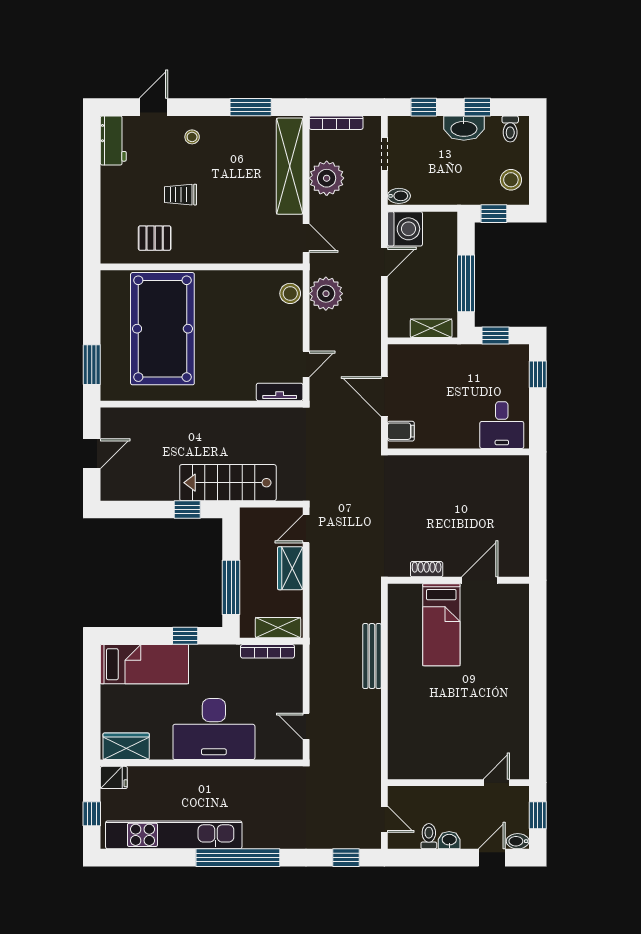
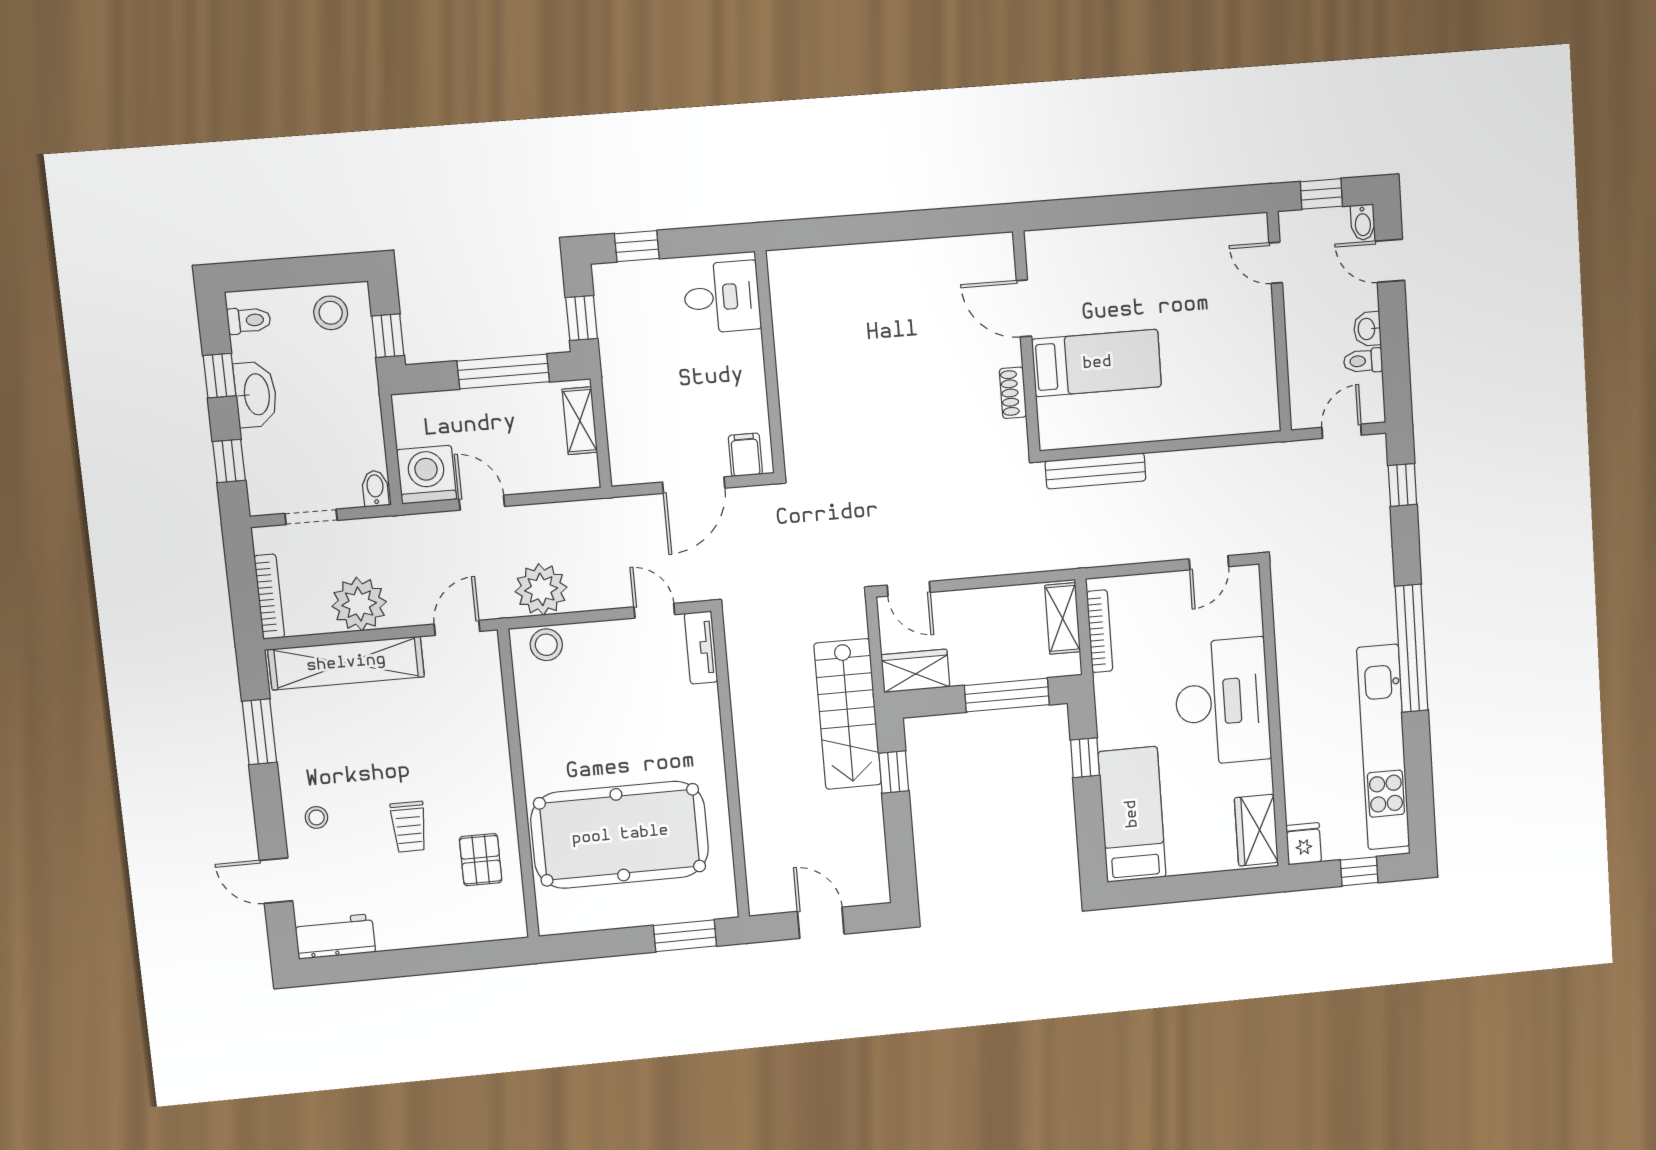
wardrobe: (290, 568) -> (915, 671), moved, turned 180
shoe rack: (427, 569) -> (1013, 393), moved
wall: (458, 580) -> (1026, 342), moved
door: (480, 580) -> (1024, 308), moved
bed: (441, 625) -> (1097, 363), moved

